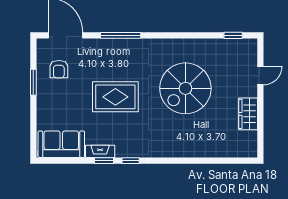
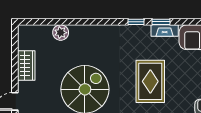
rug: (115, 97) -> (150, 81), turned 90
plant: (211, 149) -> (61, 33), added

